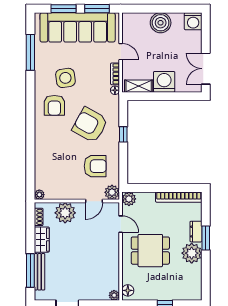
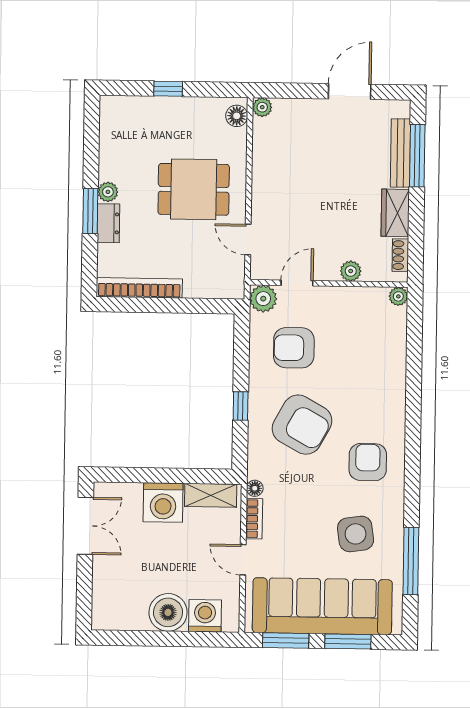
washing machine: (193, 21) -> (205, 616), moved
side table: (65, 78) -> (356, 534), moved
plant: (129, 199) -> (232, 286), removed
plant: (65, 213) -> (351, 271), width x0.53, depth x0.53
plant: (192, 253) -> (108, 192), width x0.53, depth x0.53

